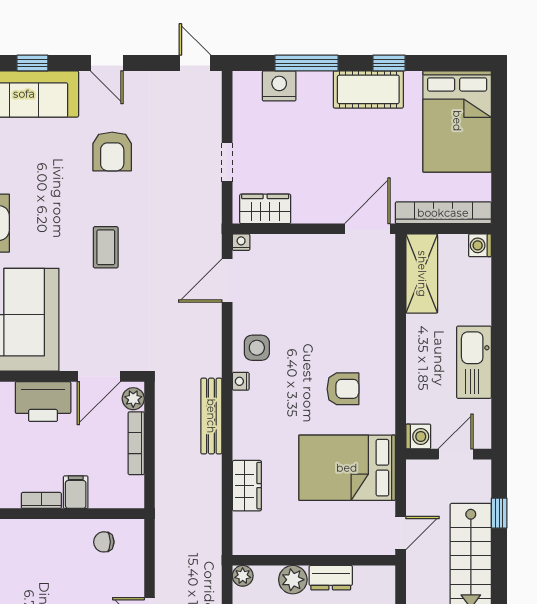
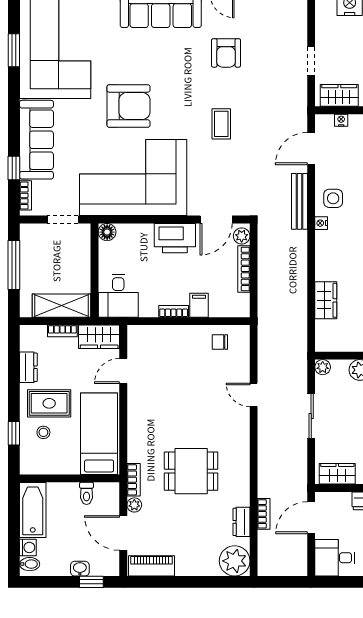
nightstand: (241, 242) -> (341, 120), moved
bench: (211, 416) -> (299, 201), moved

